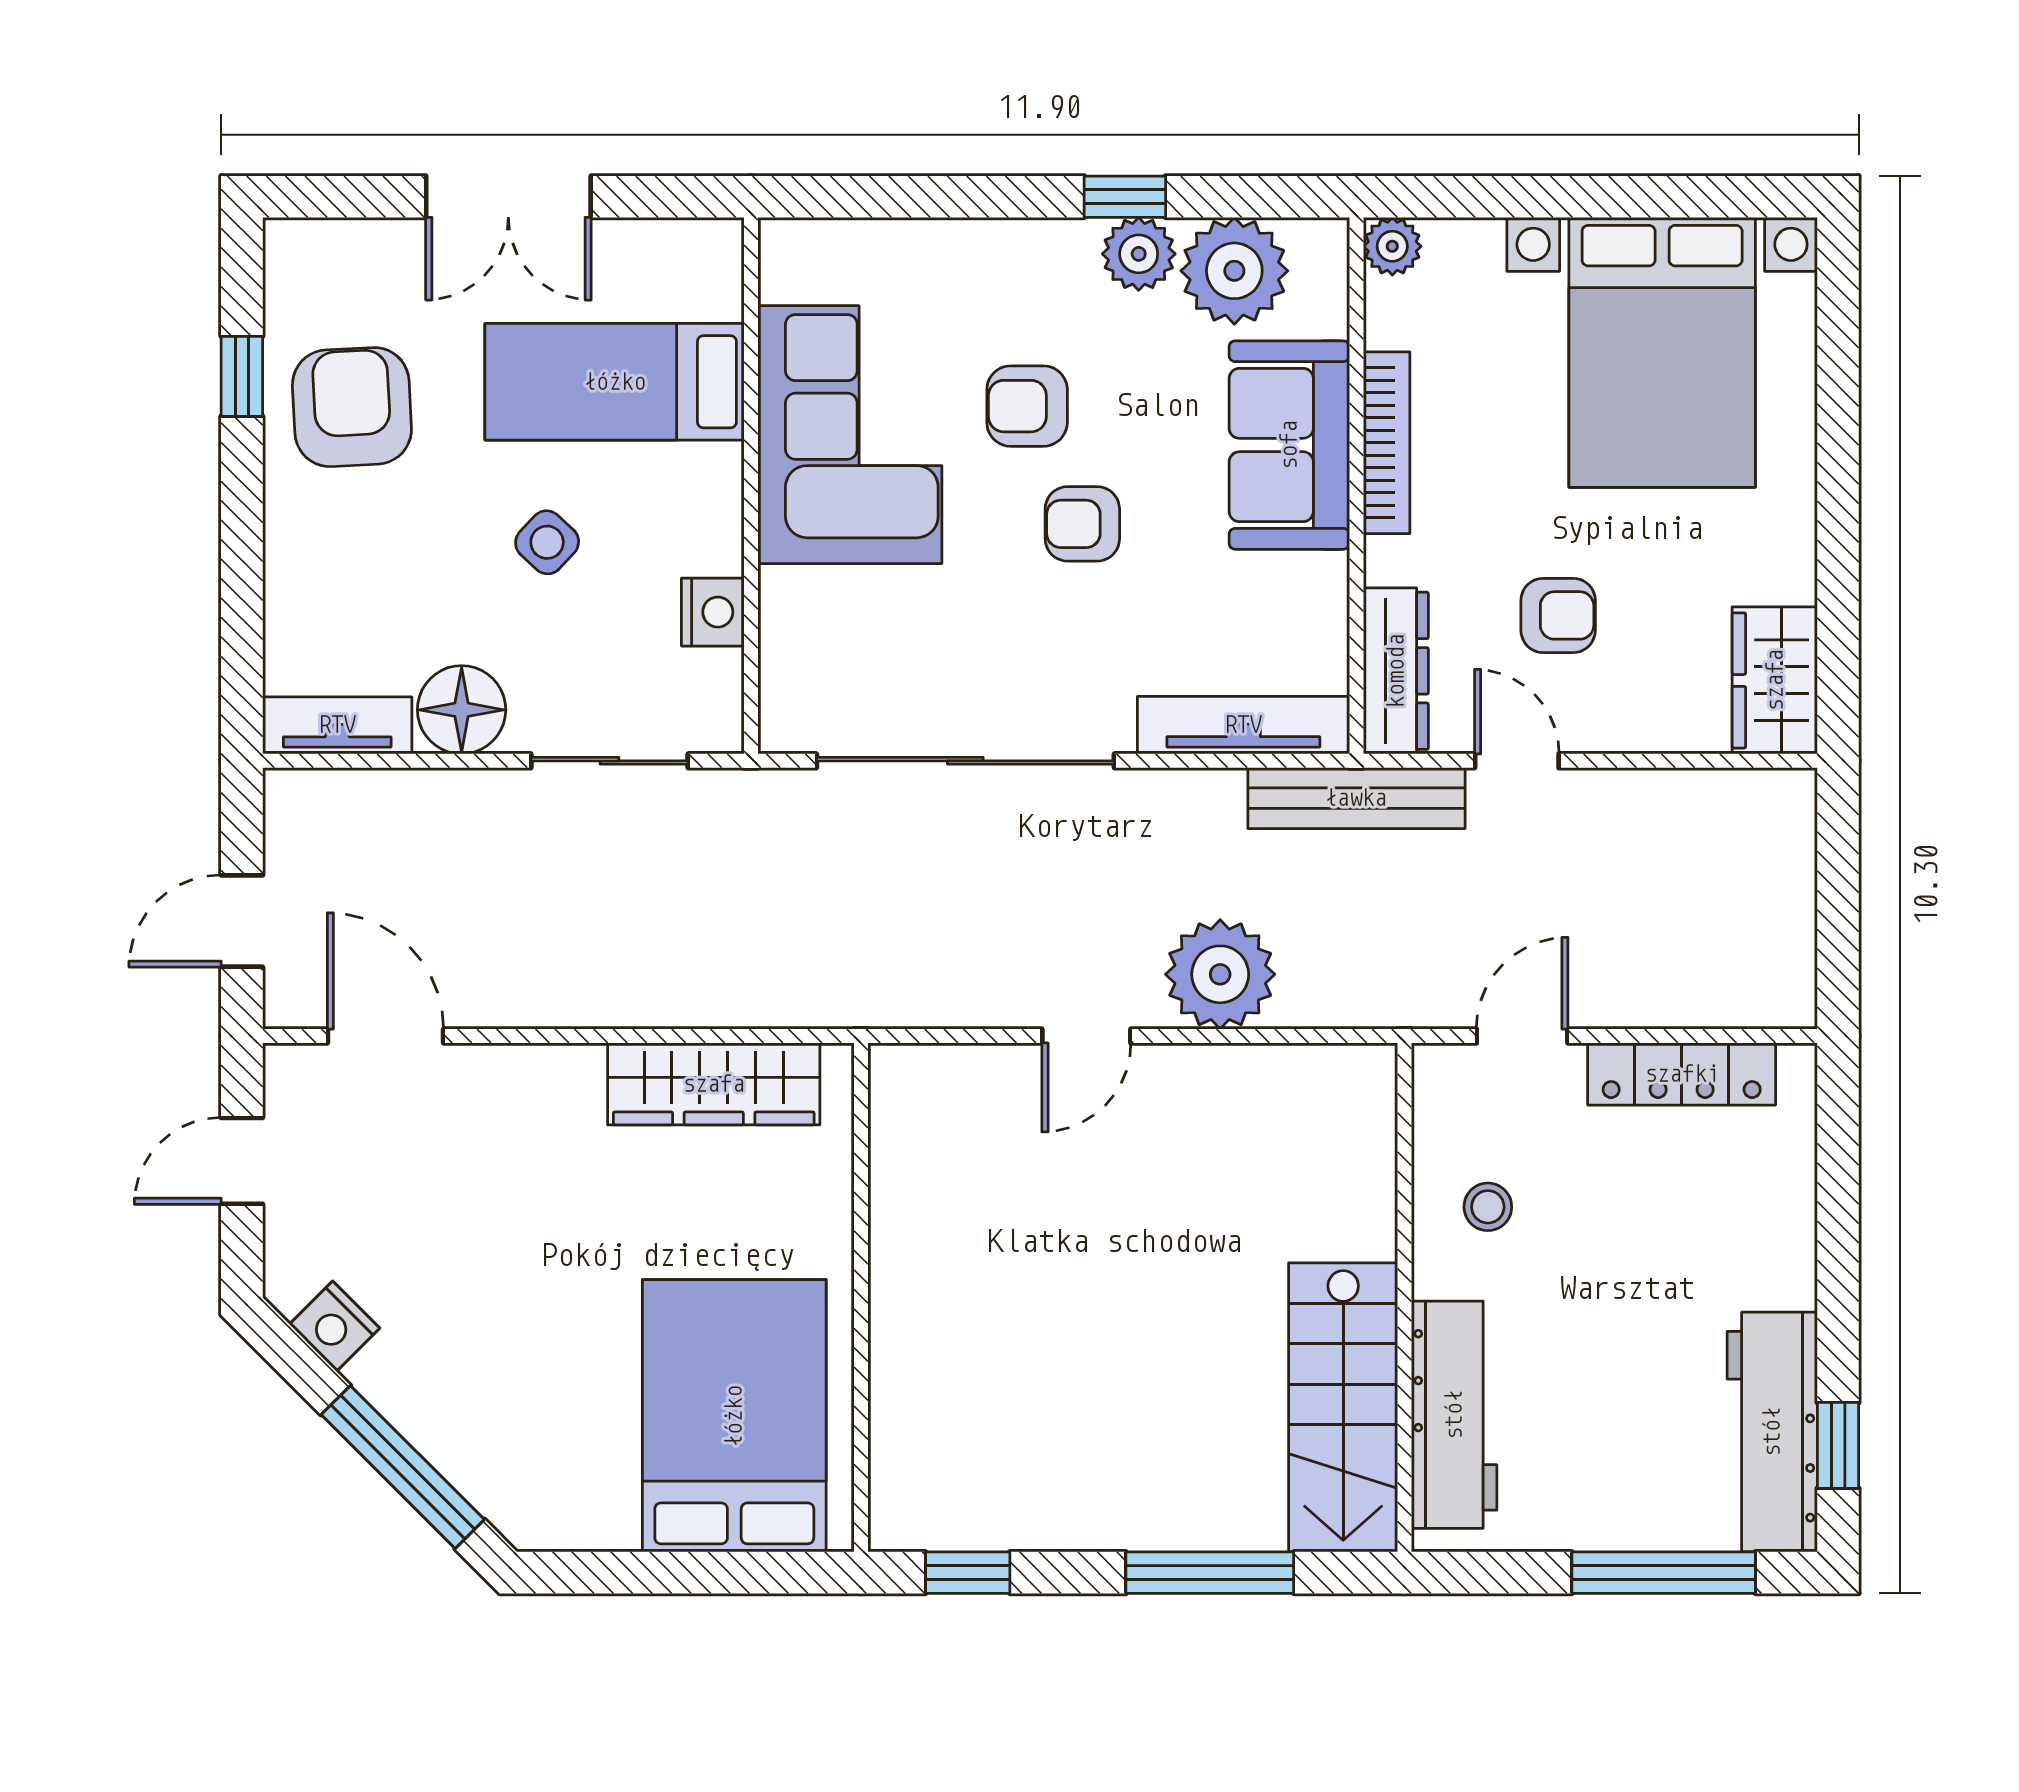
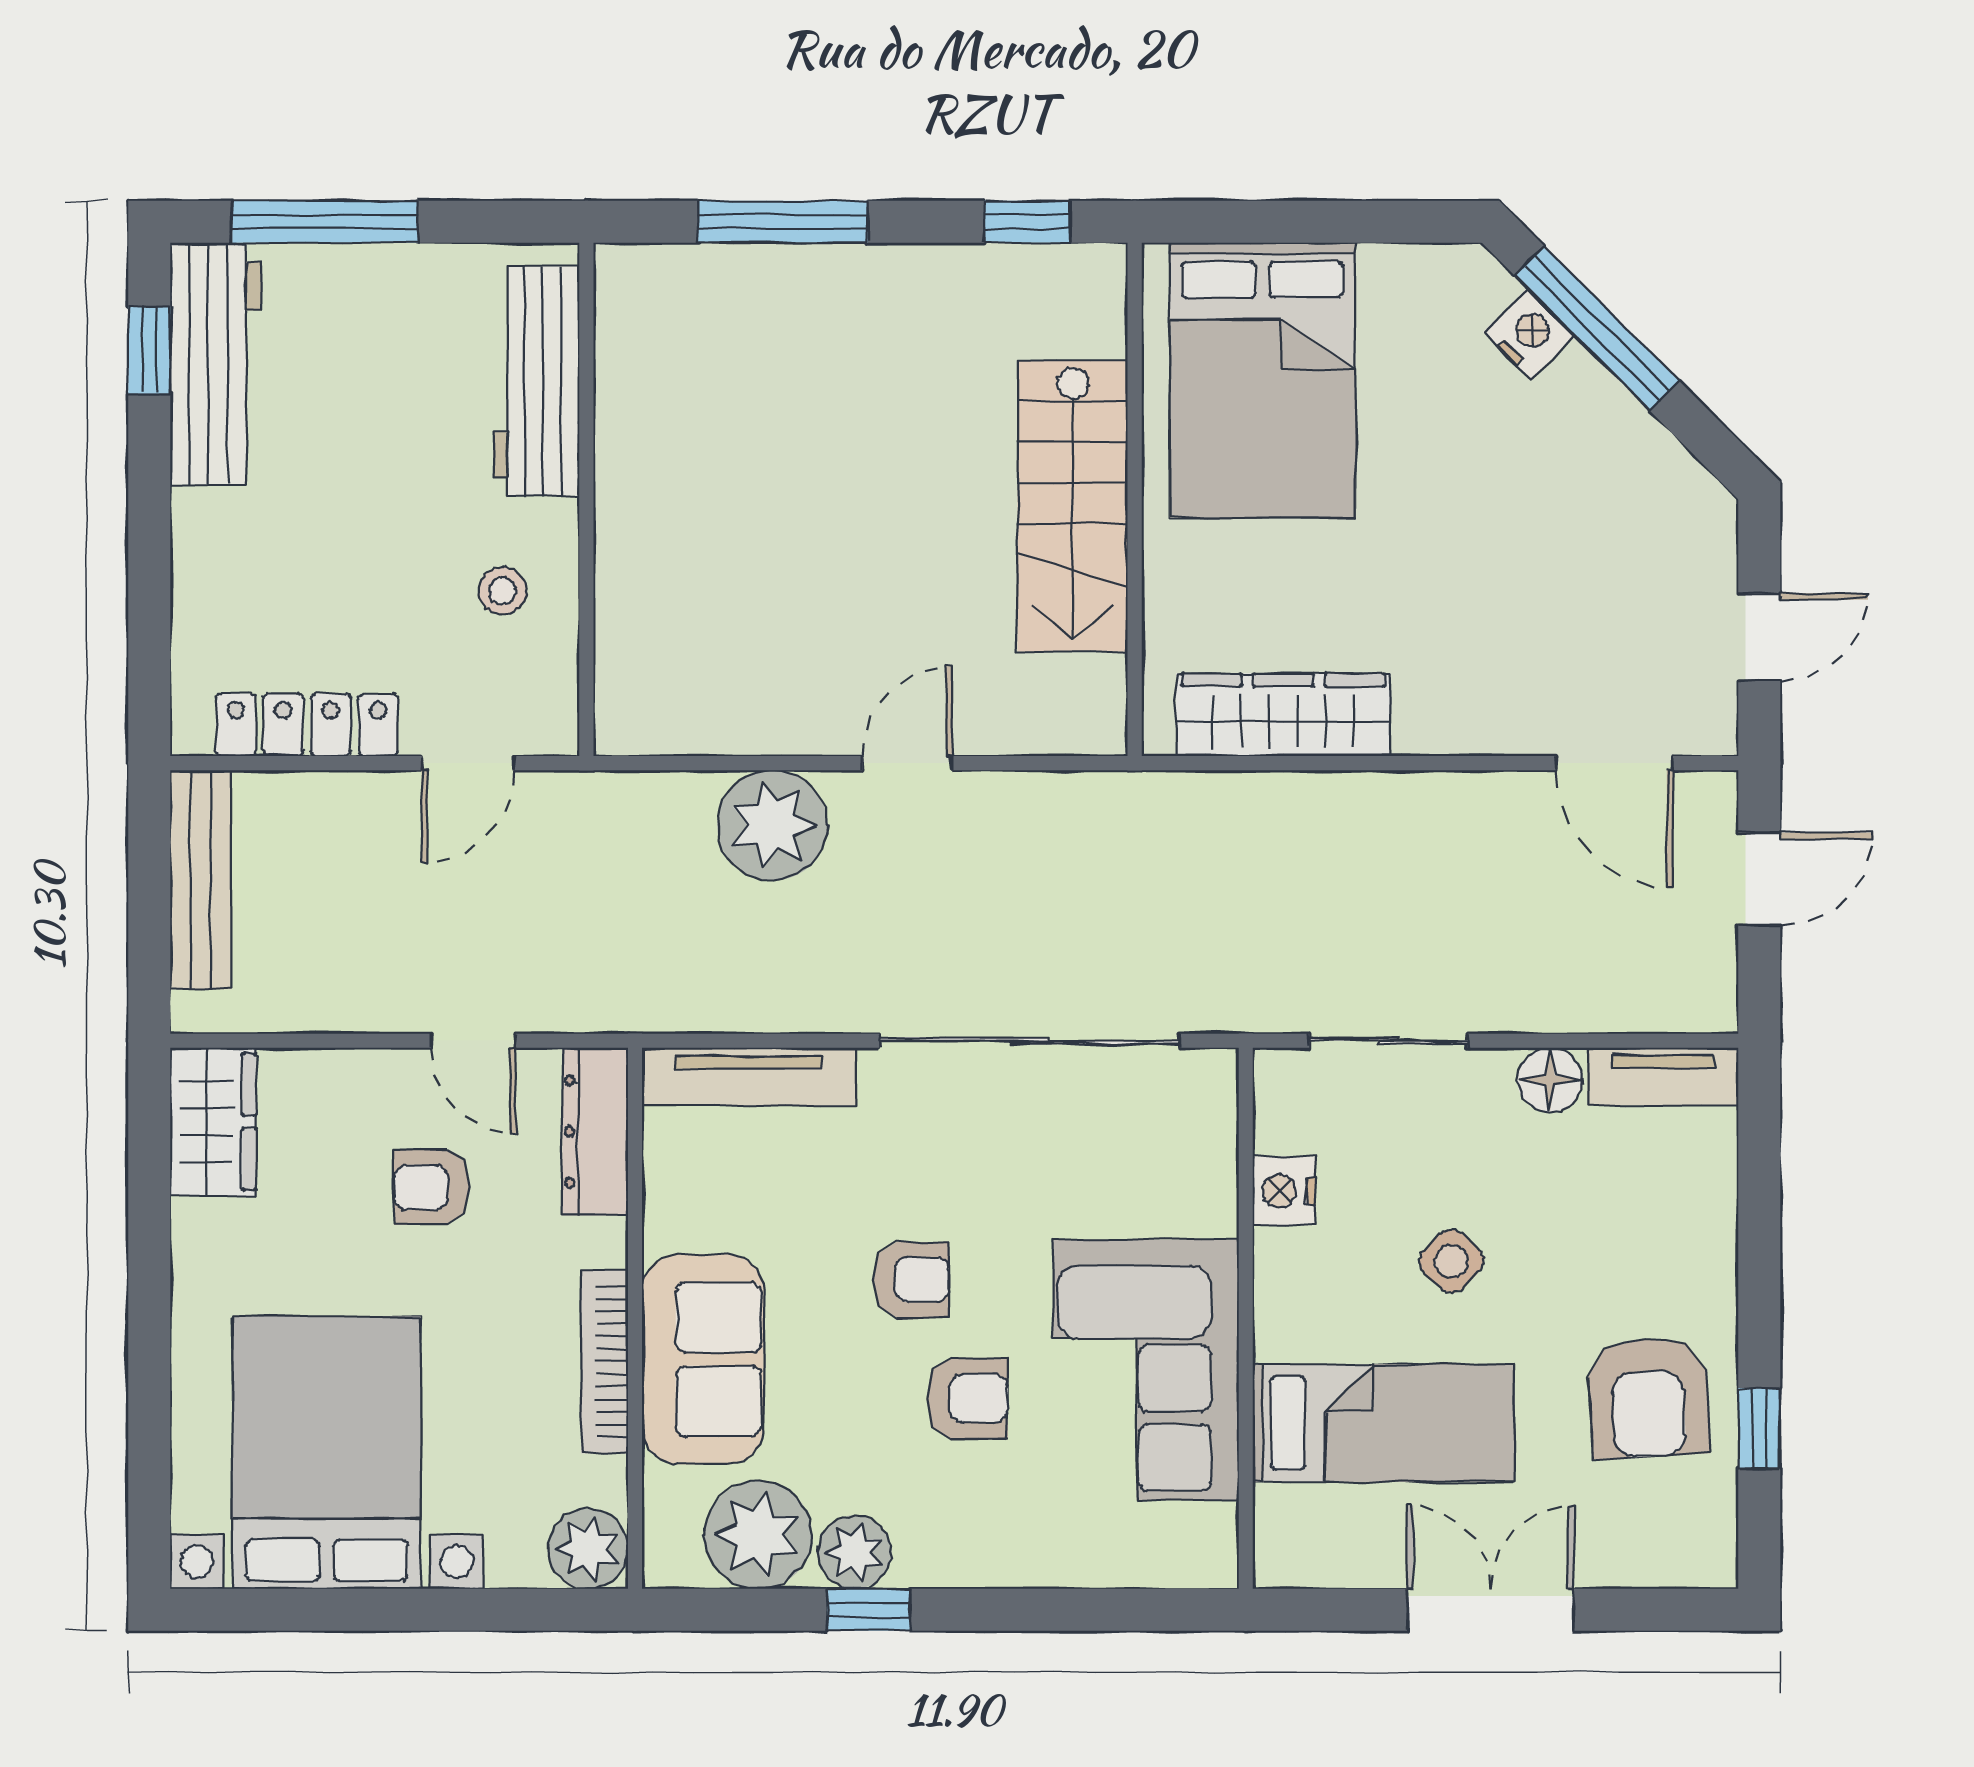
plant: (1392, 246) -> (588, 1549), width x1.38, depth x1.38
floor lamp: (462, 710) -> (1550, 1080), width x0.73, depth x0.73
bench: (1356, 798) -> (201, 880), moved, turned 90
nightstand: (335, 1326) -> (1529, 334), moved
stairs: (1343, 1407) -> (1073, 506), moved, turned 180

